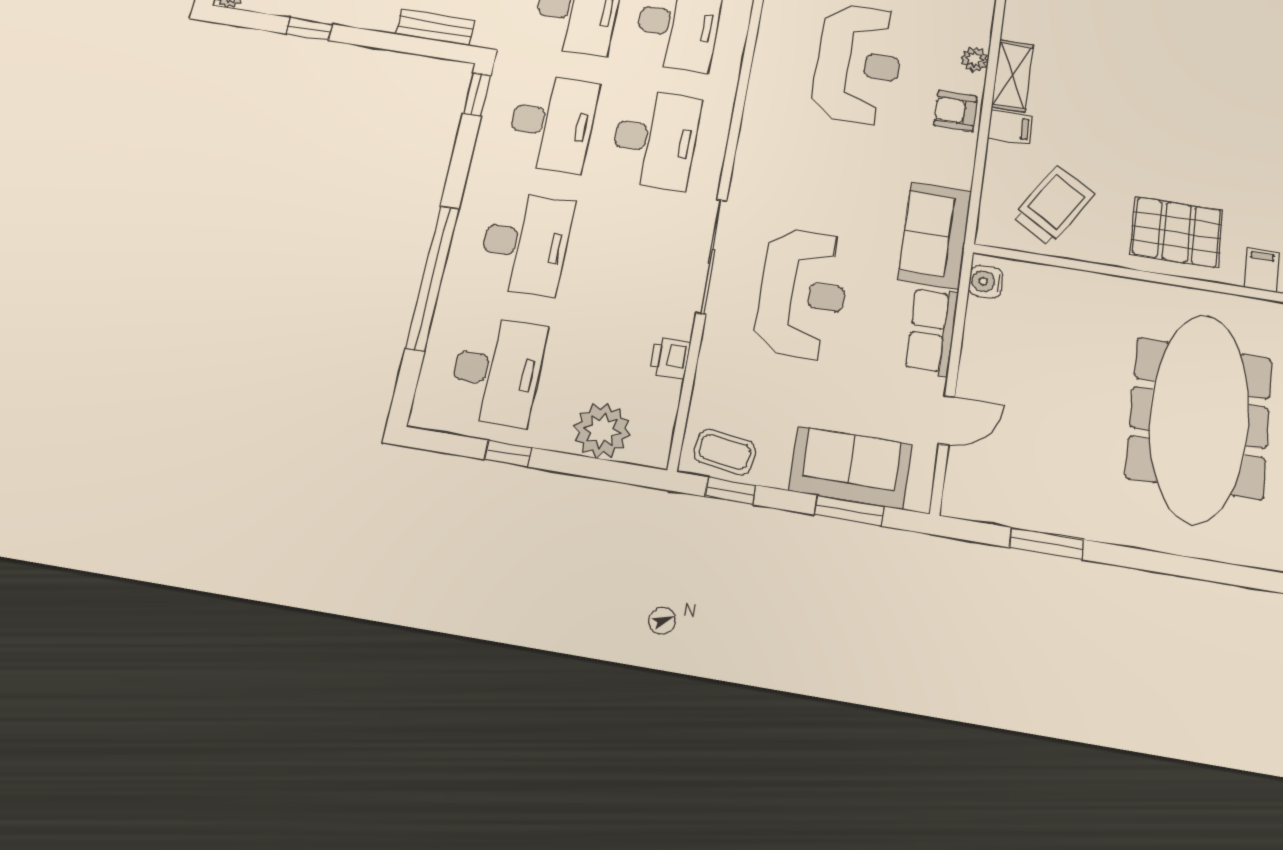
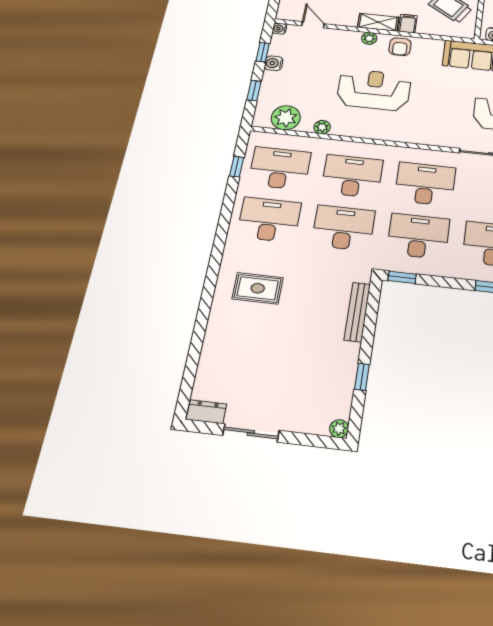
bench: (435, 27) -> (357, 312), width x1.36

